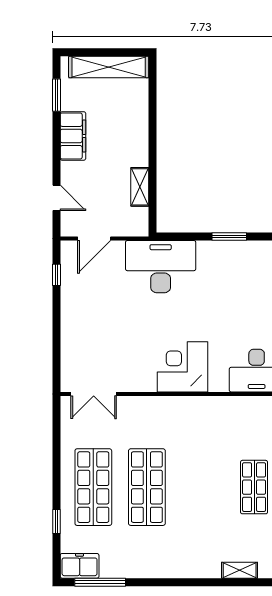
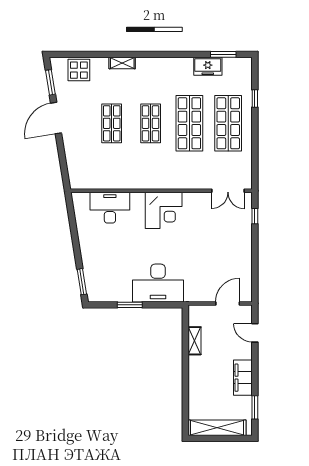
desk: (161, 267) -> (158, 283), moved
window: (56, 275) -> (255, 216), moved
double door: (94, 394) -> (228, 191), swing flipped
shop shelf: (200, 487) -> (151, 123), added
freezer: (80, 566) -> (208, 66), moved
window: (100, 582) -> (223, 54), width x0.69

